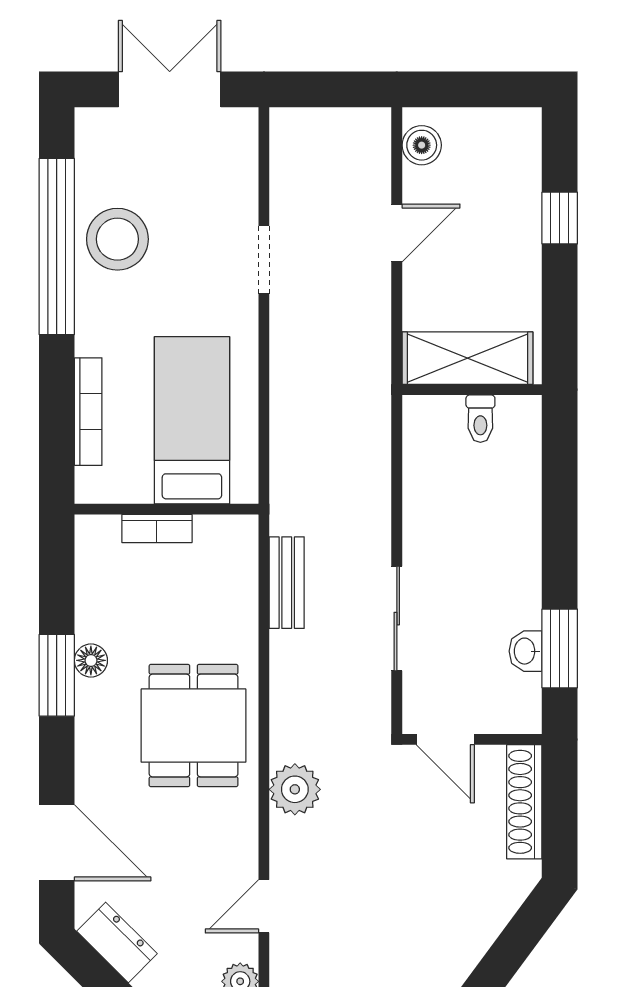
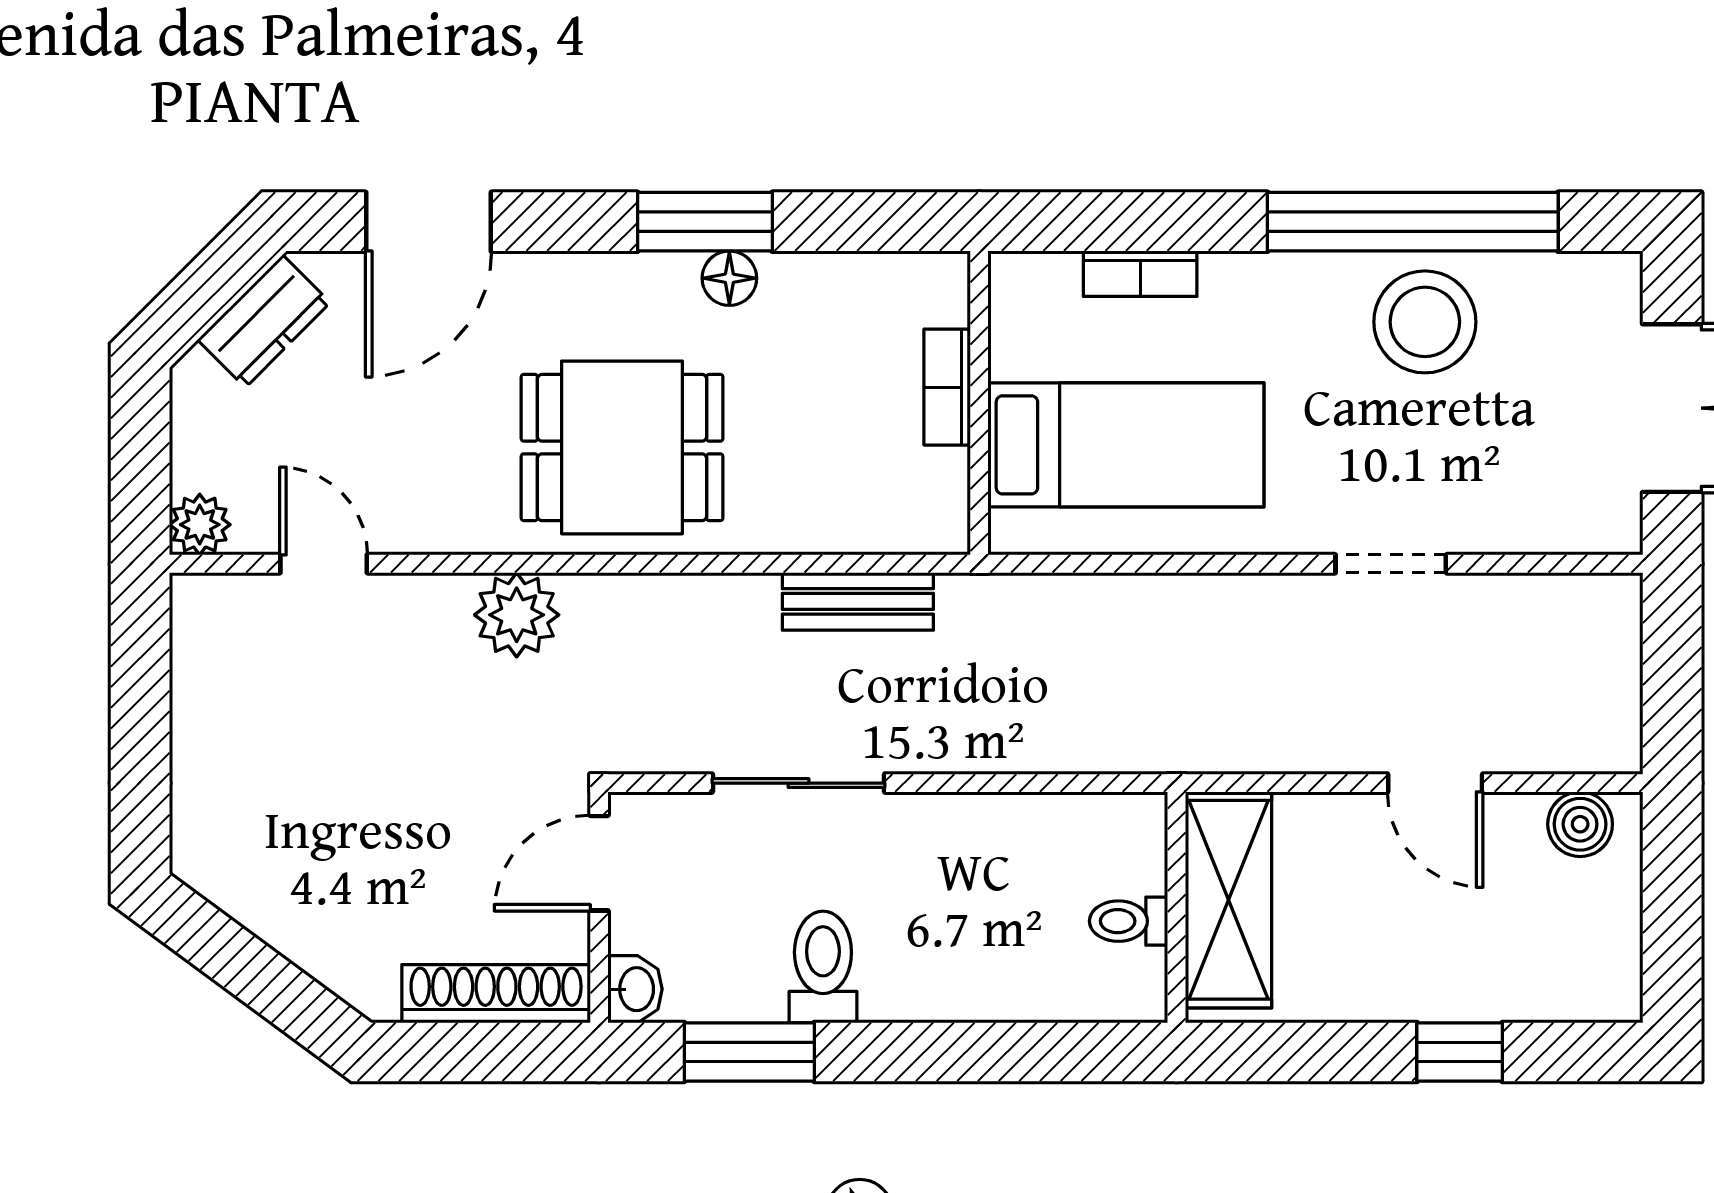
bookcase: (88, 412) -> (1140, 274), width x0.64
toilet: (508, 604) -> (823, 967), added
washbasin: (526, 651) -> (635, 989), moved, turned 90

